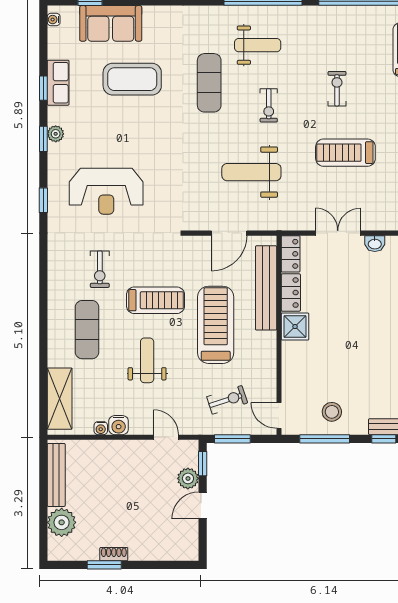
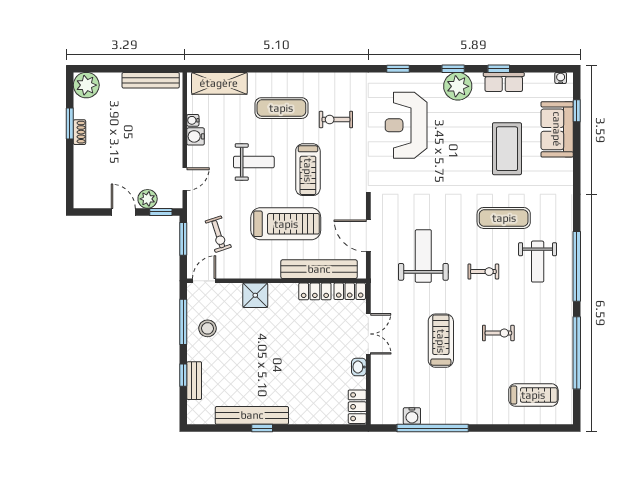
exercise bike: (269, 105) -> (483, 272), turned 180
plant: (56, 134) -> (458, 86), width x1.87, depth x1.87
shower: (295, 327) -> (255, 295), moved
plant: (62, 522) -> (86, 85), moved

